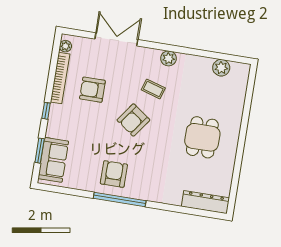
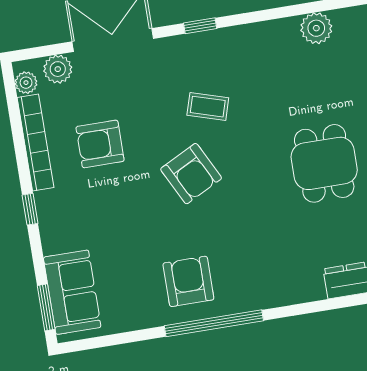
window: (163, 47) -> (200, 26), added
plant: (168, 58) -> (58, 69), moved
armchair: (133, 120) -> (191, 174), turned -63
window: (40, 151) -> (46, 307), moved

